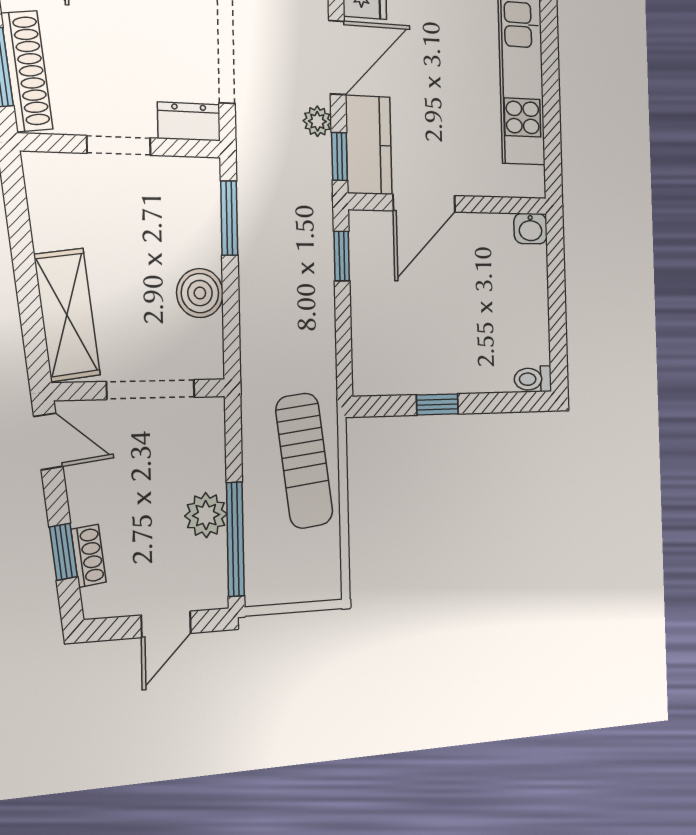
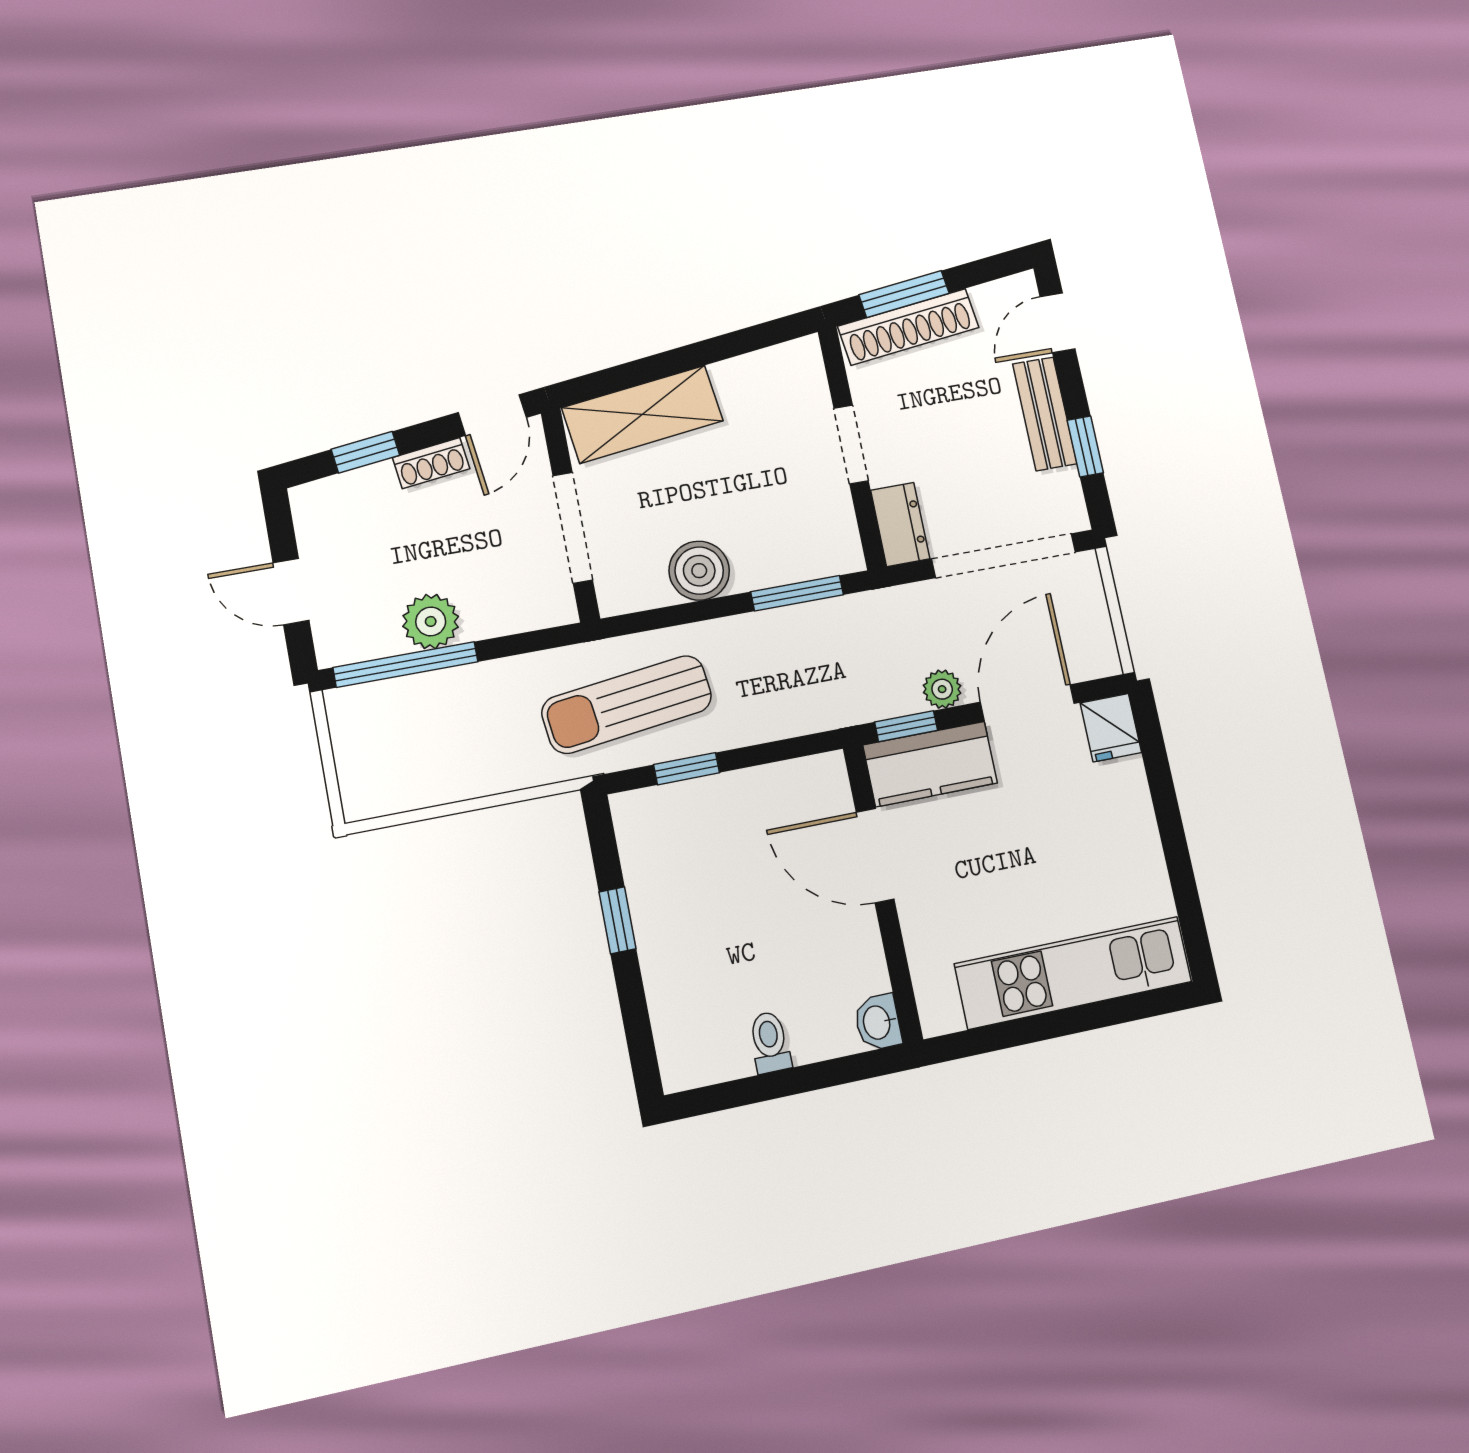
door: (337, 58) -> (1027, 703), swing flipped
window: (342, 256) -> (687, 769), moved
toilet: (533, 379) -> (770, 1042), moved
sun lounger: (304, 461) -> (627, 704), moved
shoe rack: (89, 556) -> (431, 463), moved

